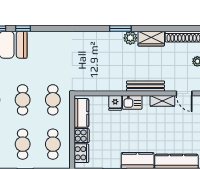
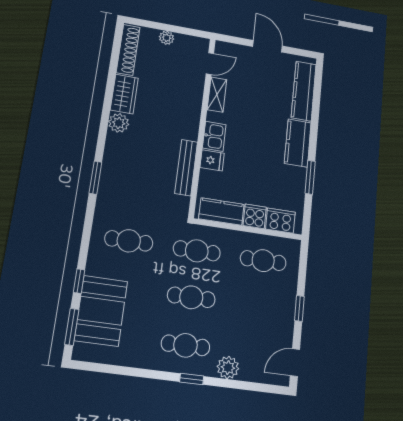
window: (120, 28) -> (95, 178), moved
bench: (146, 86) -> (186, 168), moved
cafe table: (23, 144) -> (129, 241), moved

